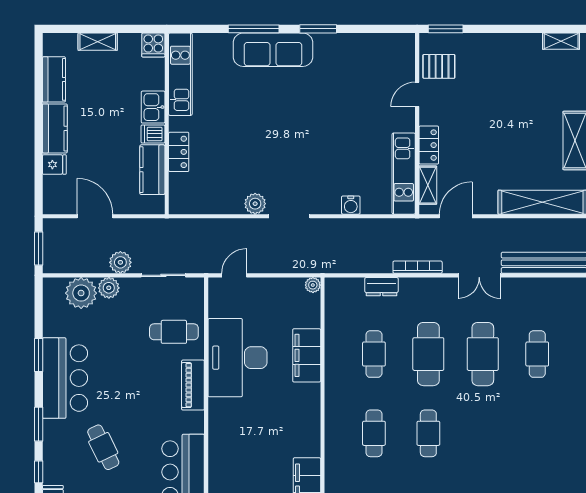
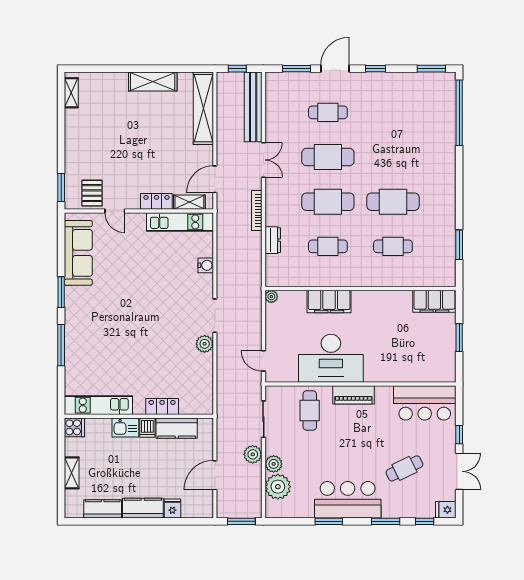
sofa: (273, 50) -> (78, 253), moved
door: (456, 216) -> (215, 179), hinge flipped
cafe table: (428, 433) -> (393, 202), width x1.37, depth x1.35

